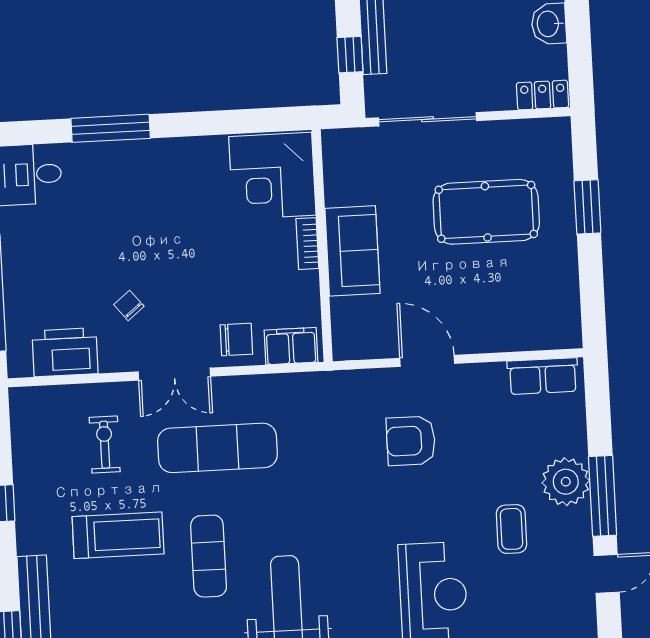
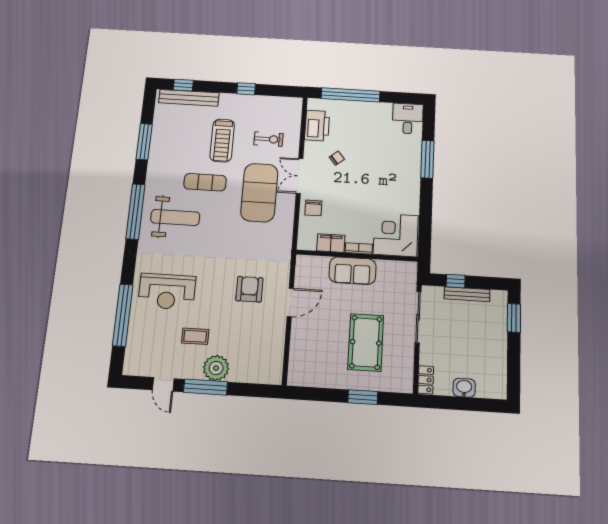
filing cabinet: (291, 346) -> (331, 243), moved, turned -90
row of seats: (543, 376) -> (274, 362), removed
exercise mat: (217, 448) -> (259, 193), width x1.47

